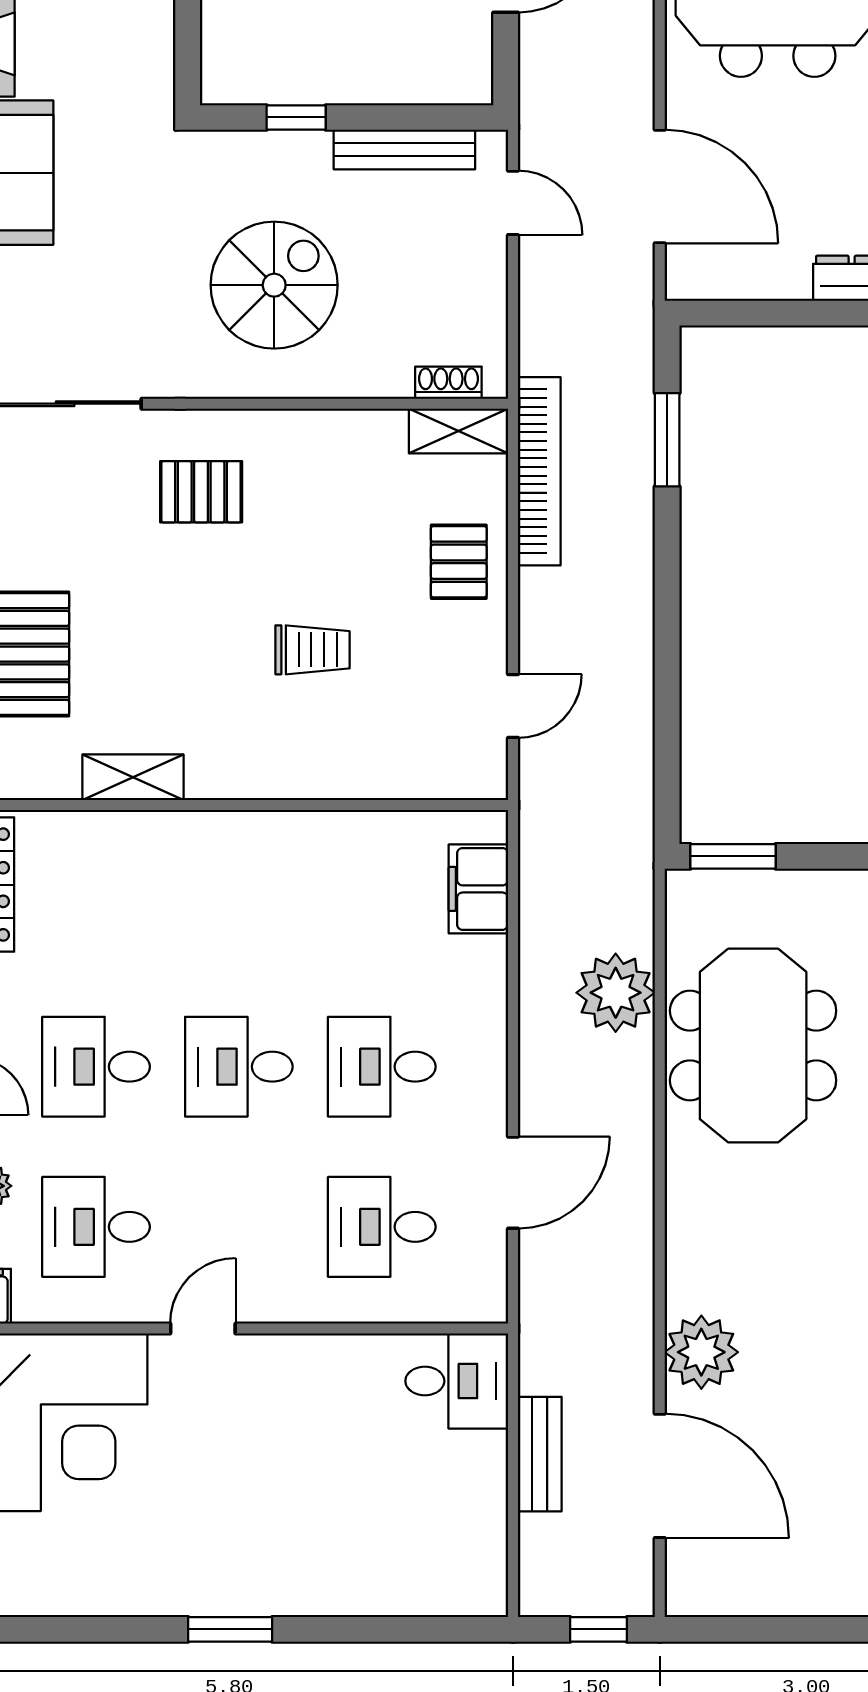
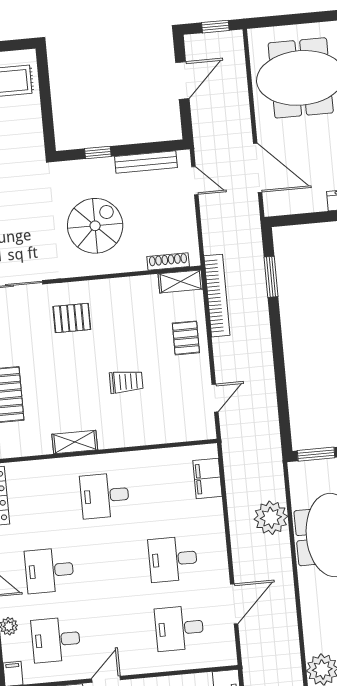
shoe rack: (448, 383) -> (168, 262), width x1.43
shelving: (133, 777) -> (75, 442), moved
desk: (239, 1067) -> (105, 496), moved

